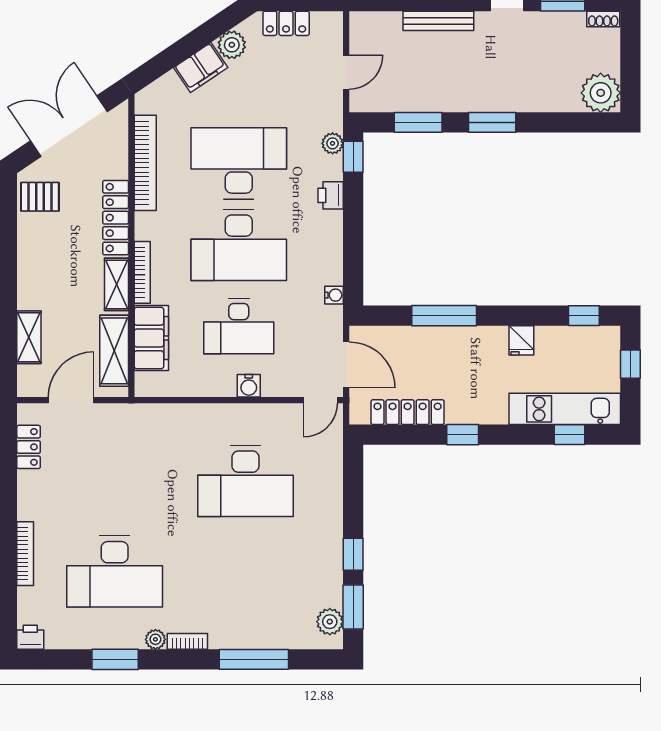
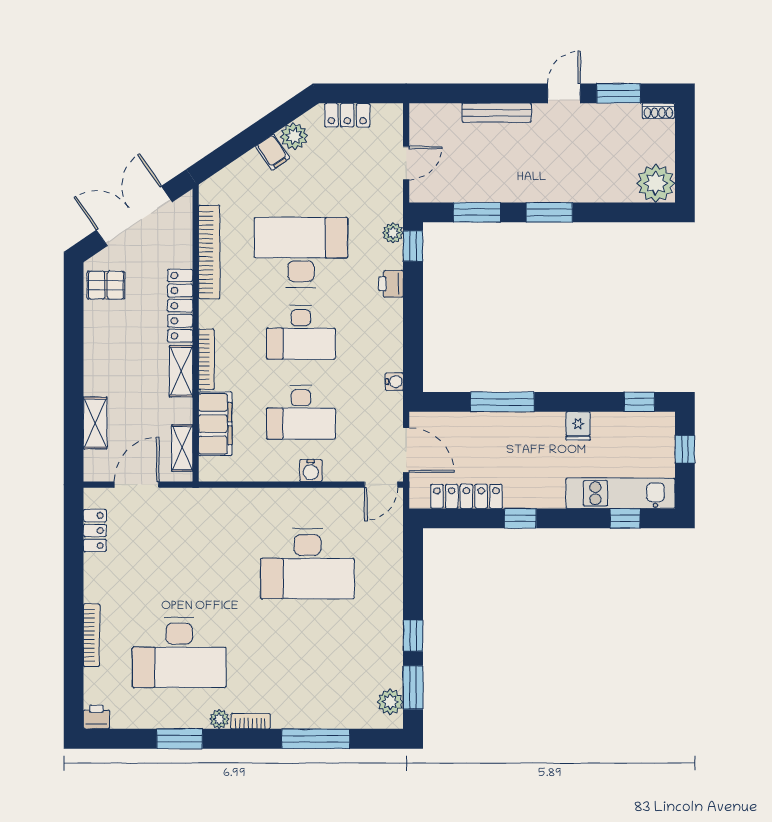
filing cabinet: (201, 67) -> (273, 152), width x0.50
desk: (239, 245) -> (301, 332), width x0.73, depth x0.77
shelving: (114, 351) -> (182, 448), width x0.67, depth x0.75

